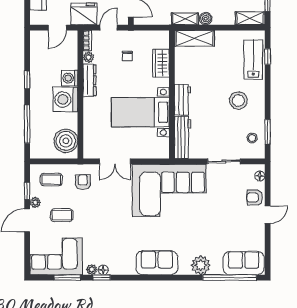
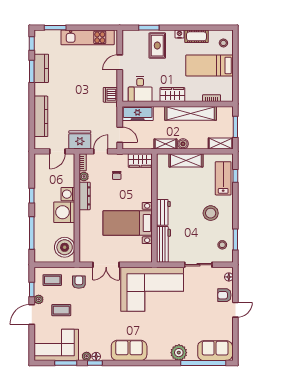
shelving: (195, 38) -> (186, 160), moved
wardrobe: (161, 63) -> (140, 161), moved, turned -90
sofa: (157, 263) -> (129, 350), moved

